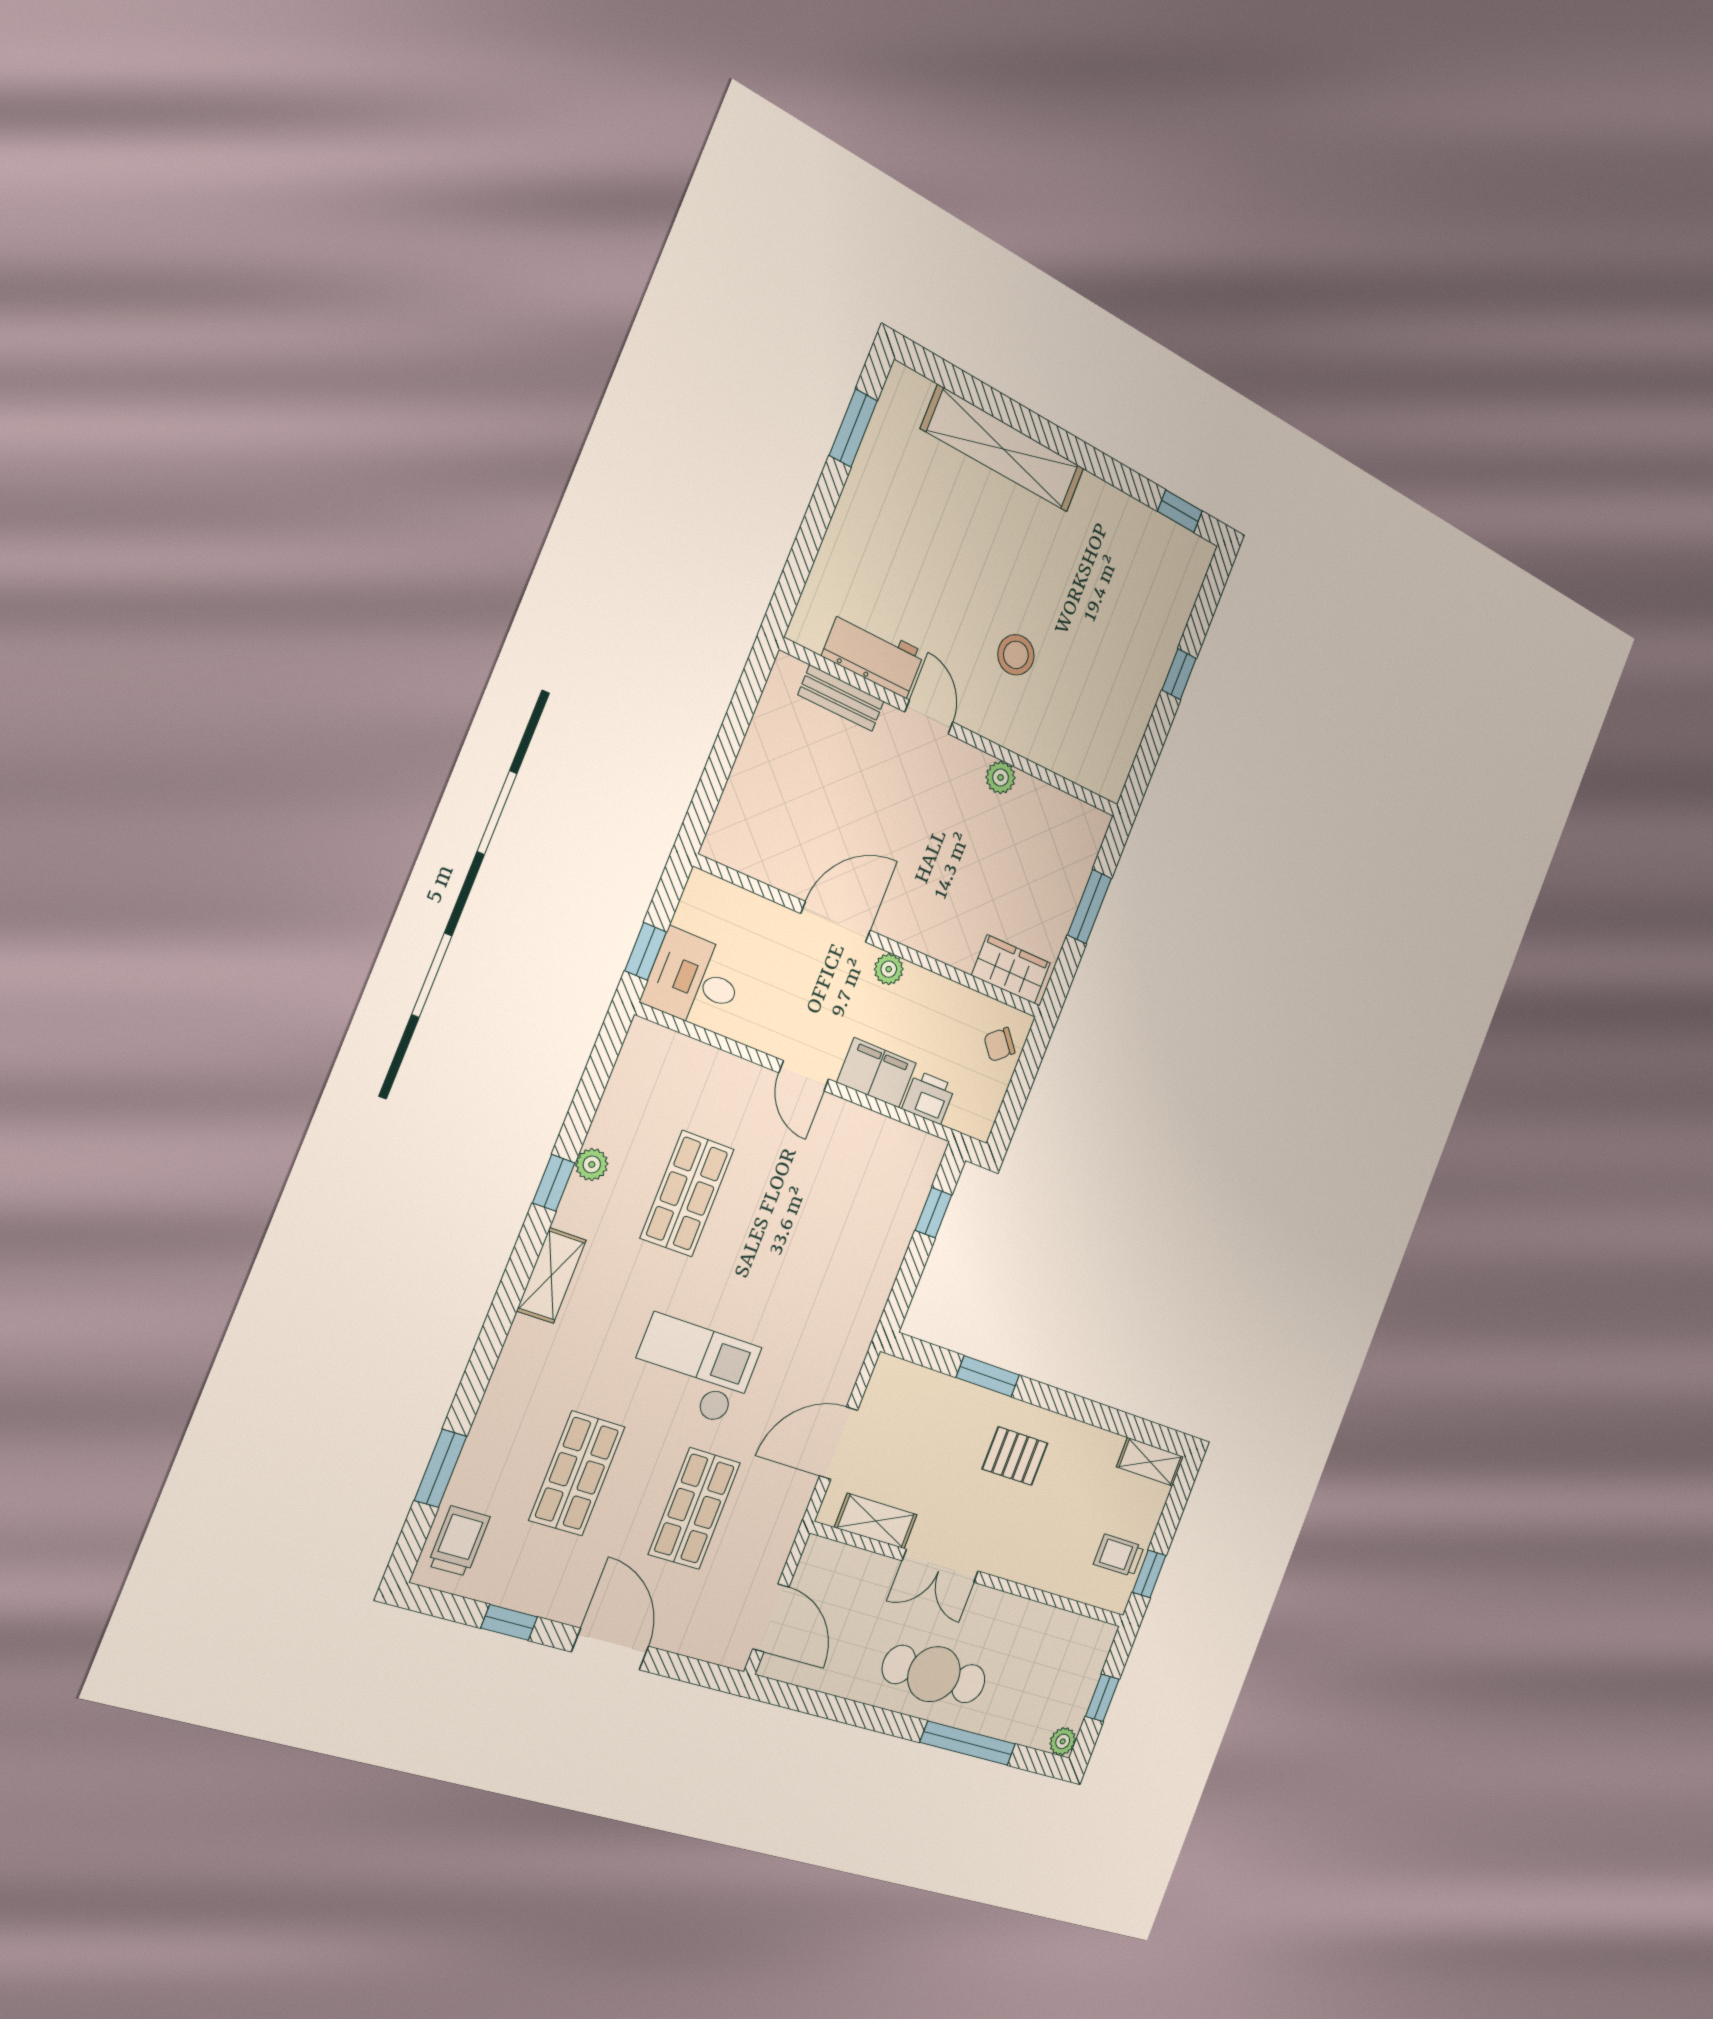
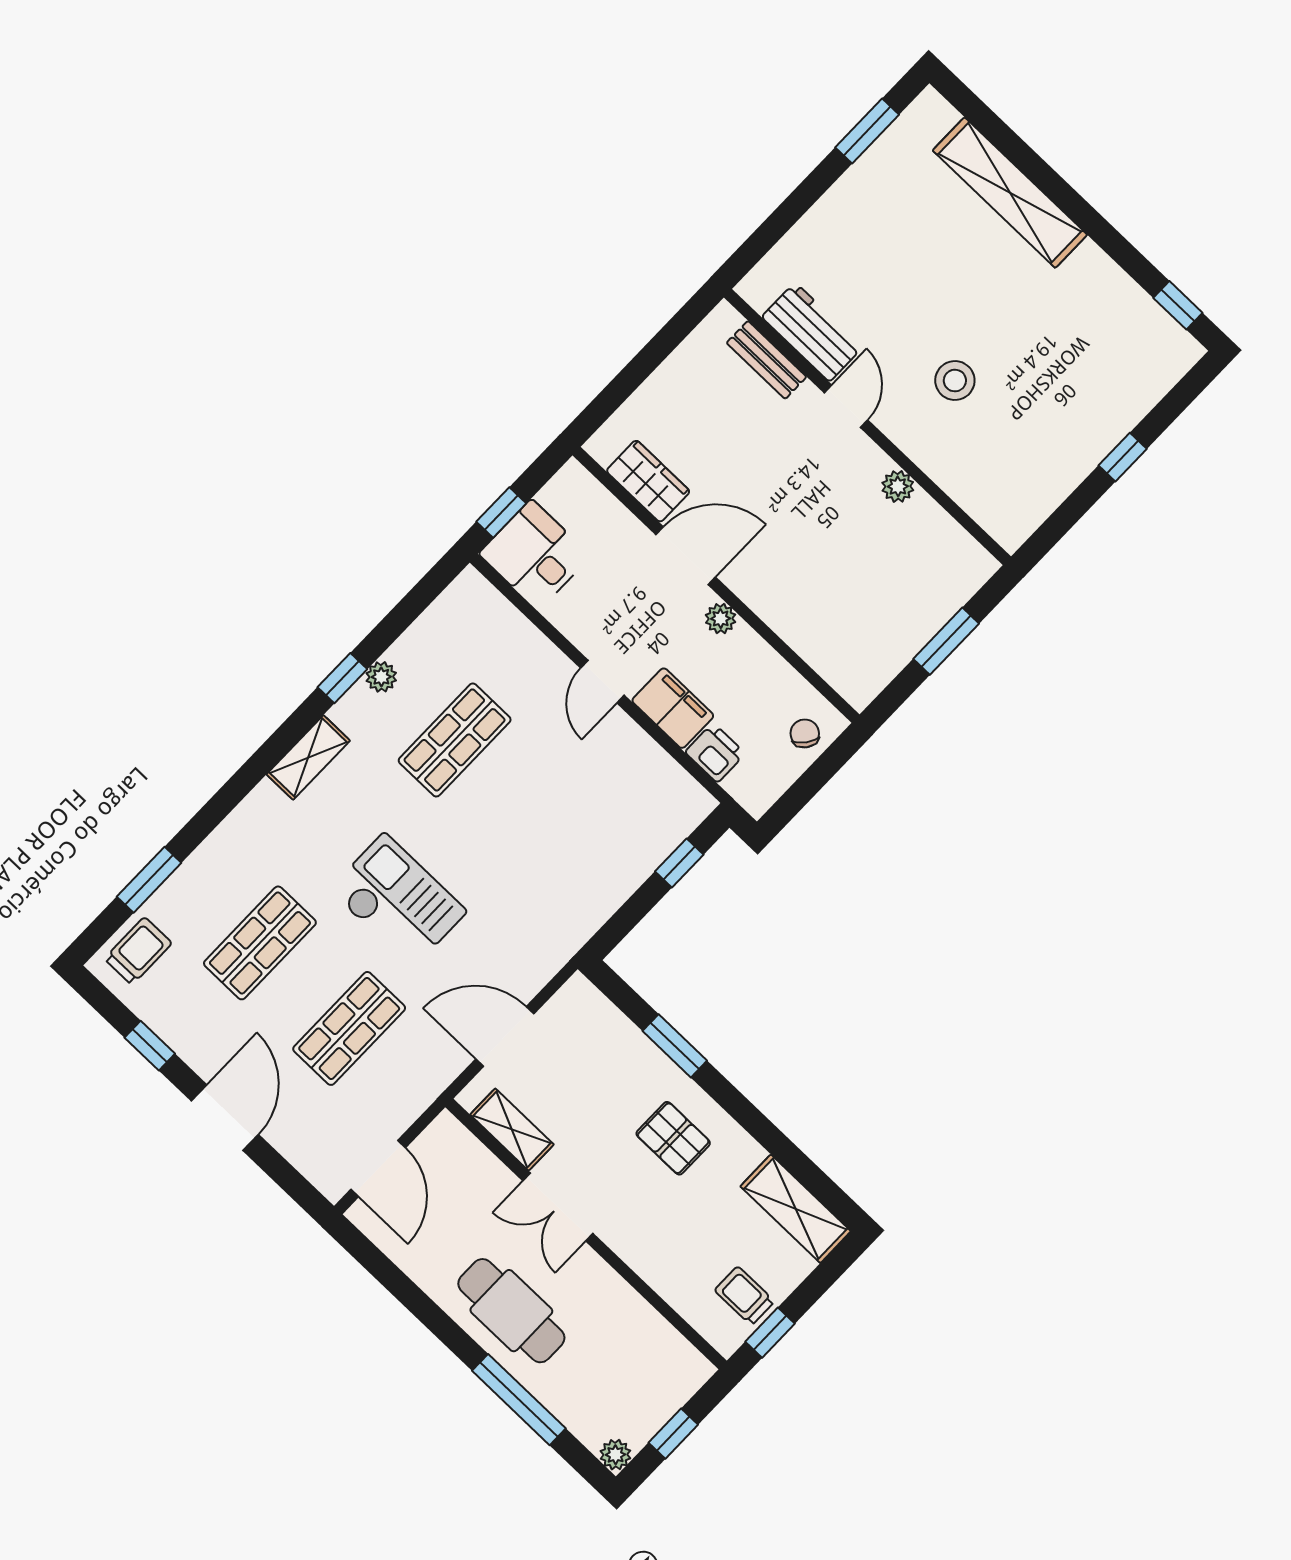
wardrobe: (1011, 969) -> (648, 481), moved
chair: (999, 1044) -> (805, 733), turned 78
shelving: (1150, 1462) -> (796, 1209), width x1.50, depth x1.33

